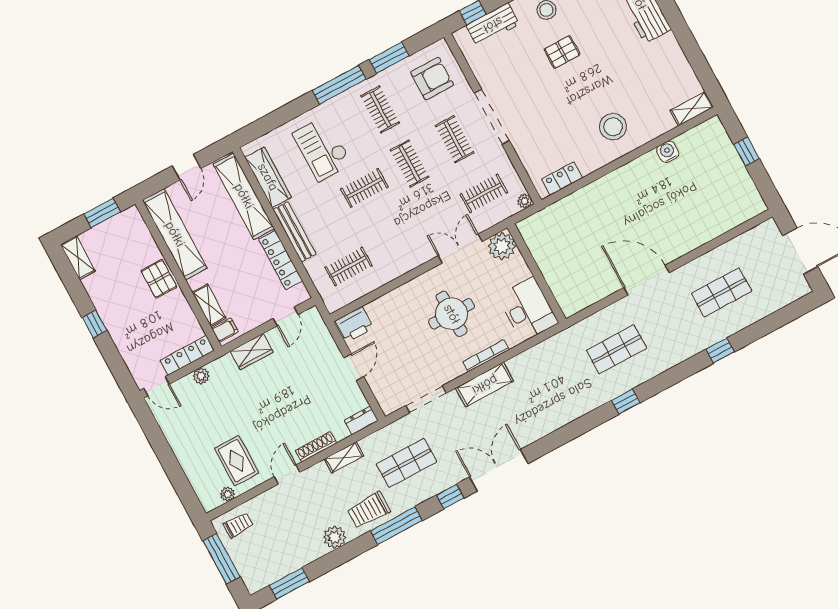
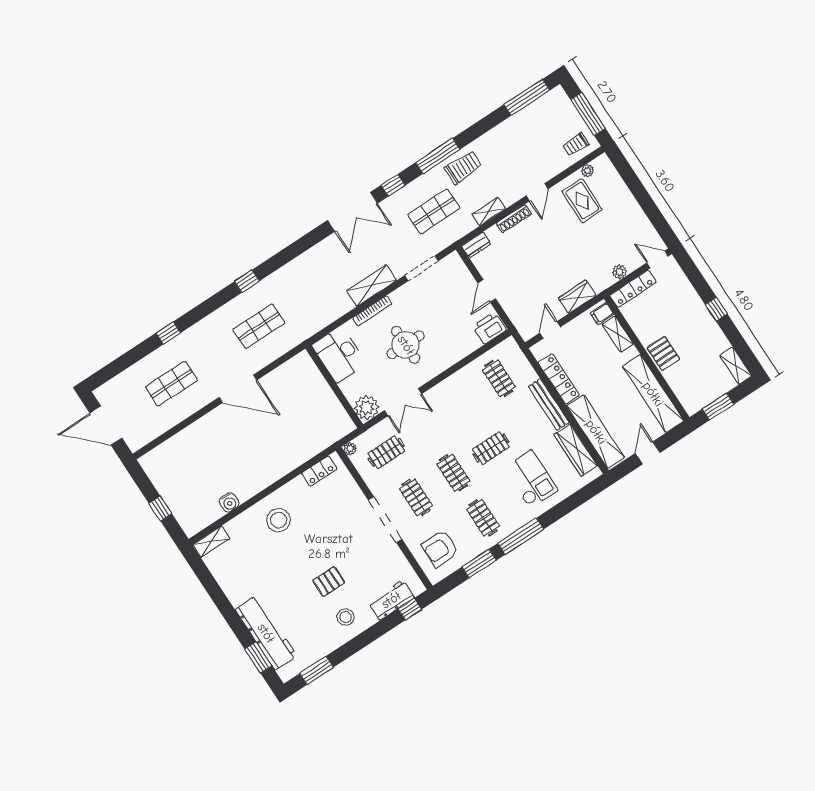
clothes rail: (349, 266) -> (499, 378), turned 90
plant: (335, 537) -> (491, 141), removed
window: (289, 583) -> (527, 97), width x1.44

